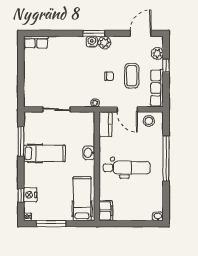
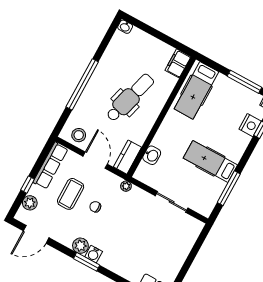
washbasin: (89, 153) -> (152, 155), moved
dental chair: (127, 168) -> (130, 98), turned 106

